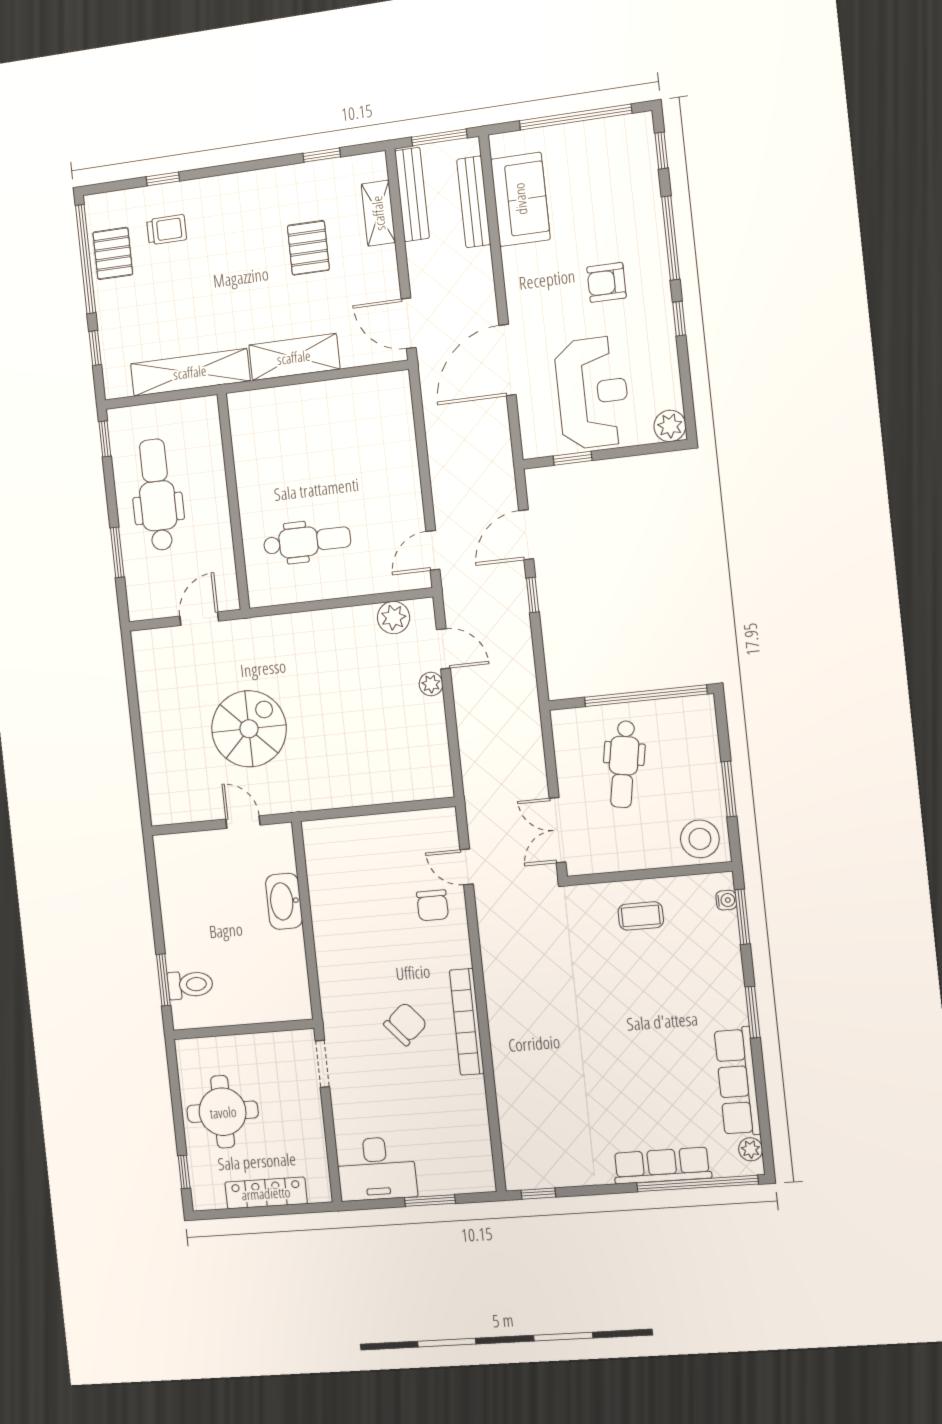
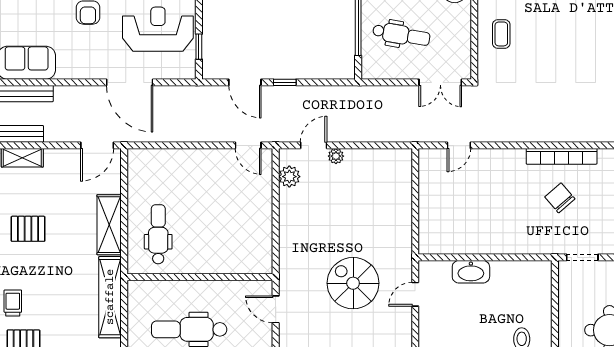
pallet: (308, 248) -> (28, 229), moved
dental chair: (307, 541) -> (158, 234), moved
chair: (433, 905) -> (482, 171), removed

